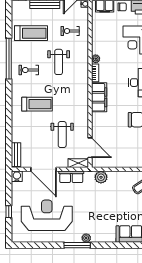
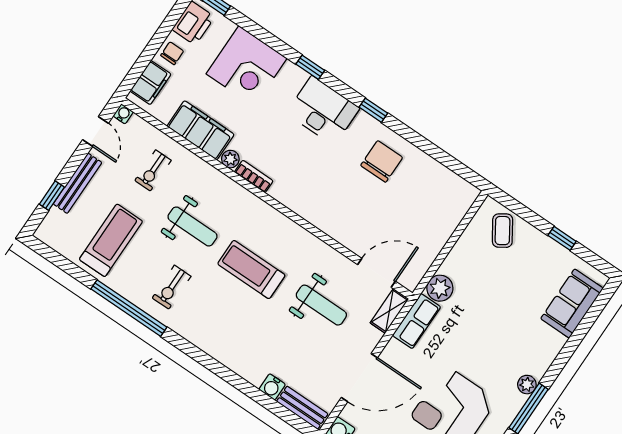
filing cabinet: (99, 97) -> (201, 130), moved
treadmill: (37, 104) -> (251, 269), moved, turned -90
water cooler: (16, 137) -> (272, 387), added
row of seats: (71, 177) -> (417, 321), moved

